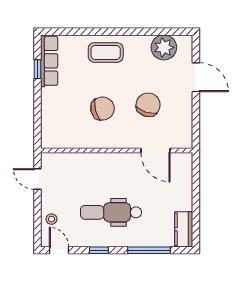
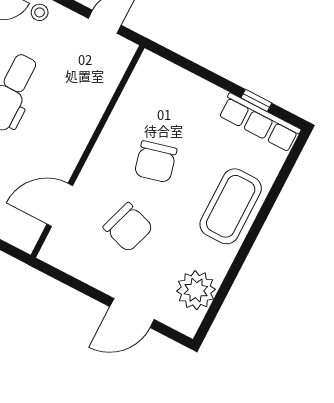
coffee table: (106, 52) -> (231, 206), width x1.36, depth x1.32

